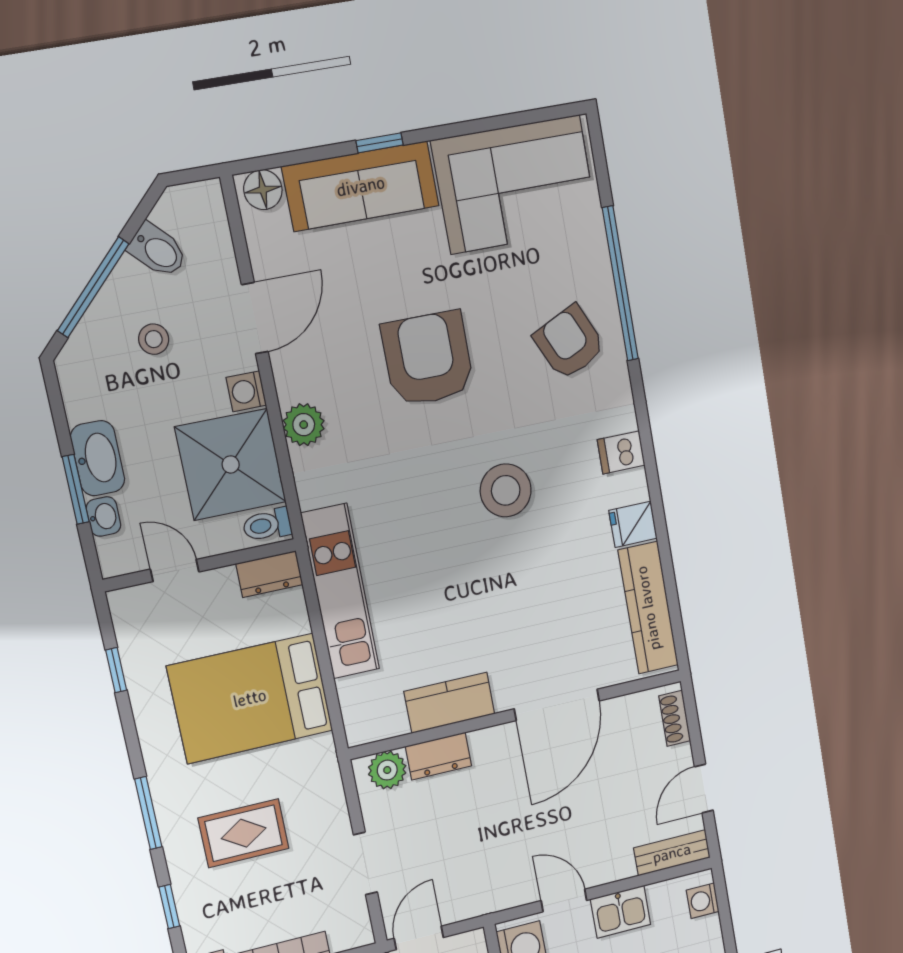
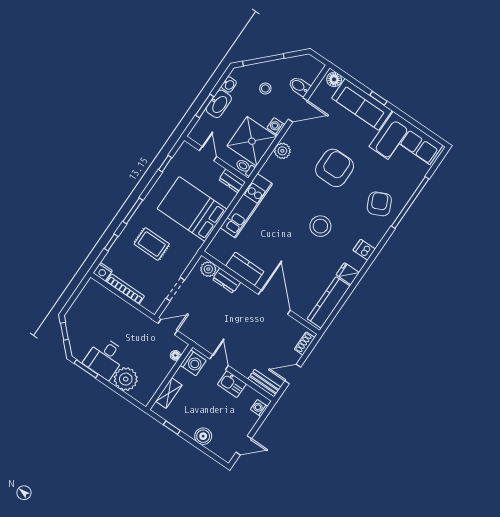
bidet: (158, 250) -> (299, 86), moved, turned 135
washbasin: (103, 516) -> (229, 85), moved
door: (557, 705) -> (274, 302), swing flipped

